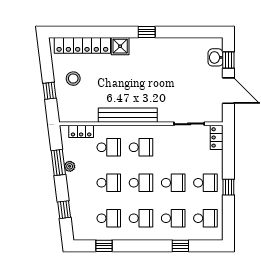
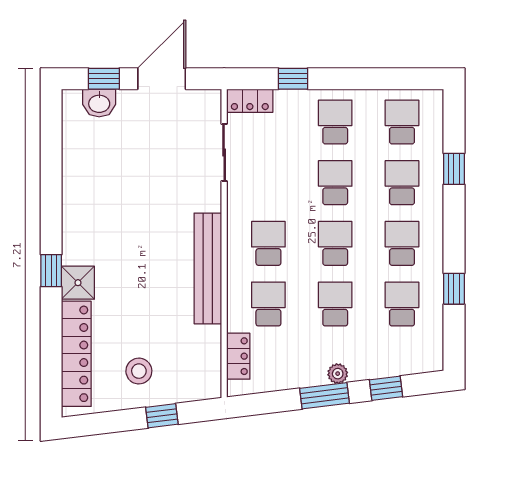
window: (147, 32) -> (51, 271), moved
window: (58, 163) -> (325, 396), moved
plant: (70, 166) -> (338, 374), moved
window: (228, 187) -> (293, 79), moved
window: (104, 246) -> (454, 289), moved

